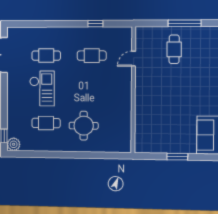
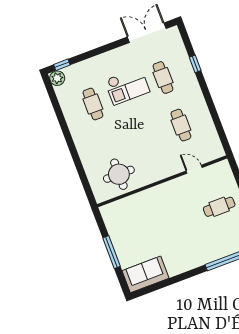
window: (95, 24) -> (195, 64), moved
round table: (84, 126) -> (119, 174), moved
window: (177, 157) -> (111, 252), width x1.44

